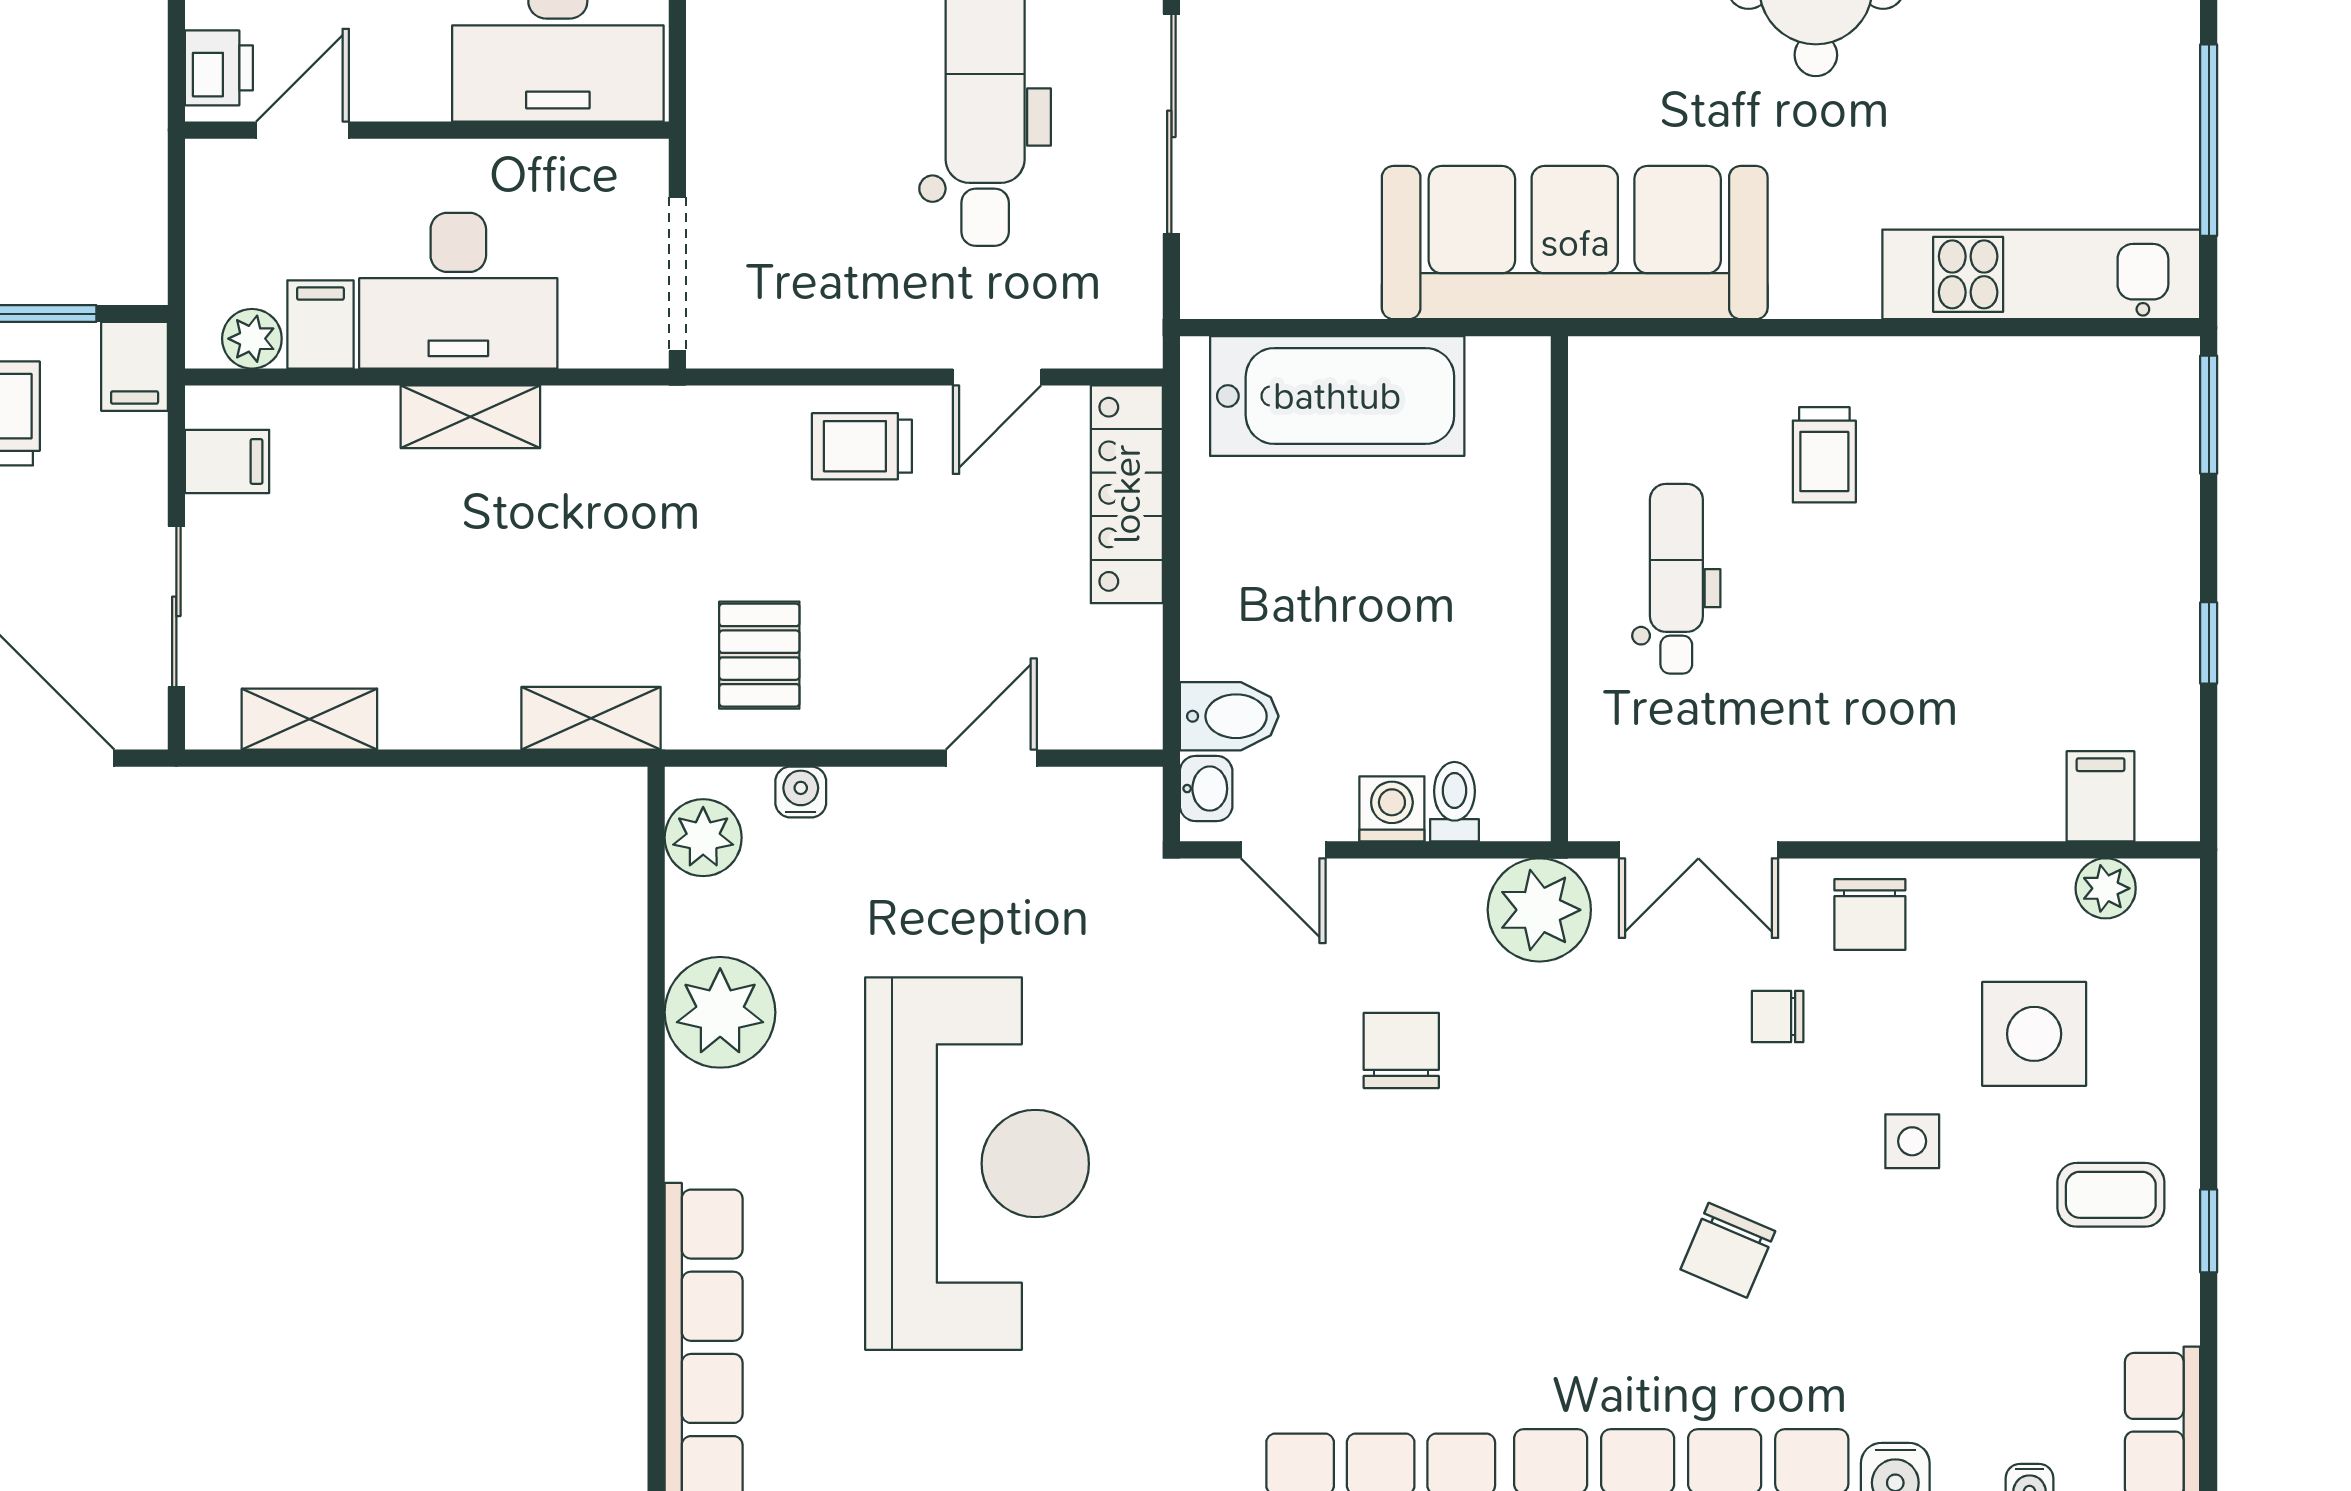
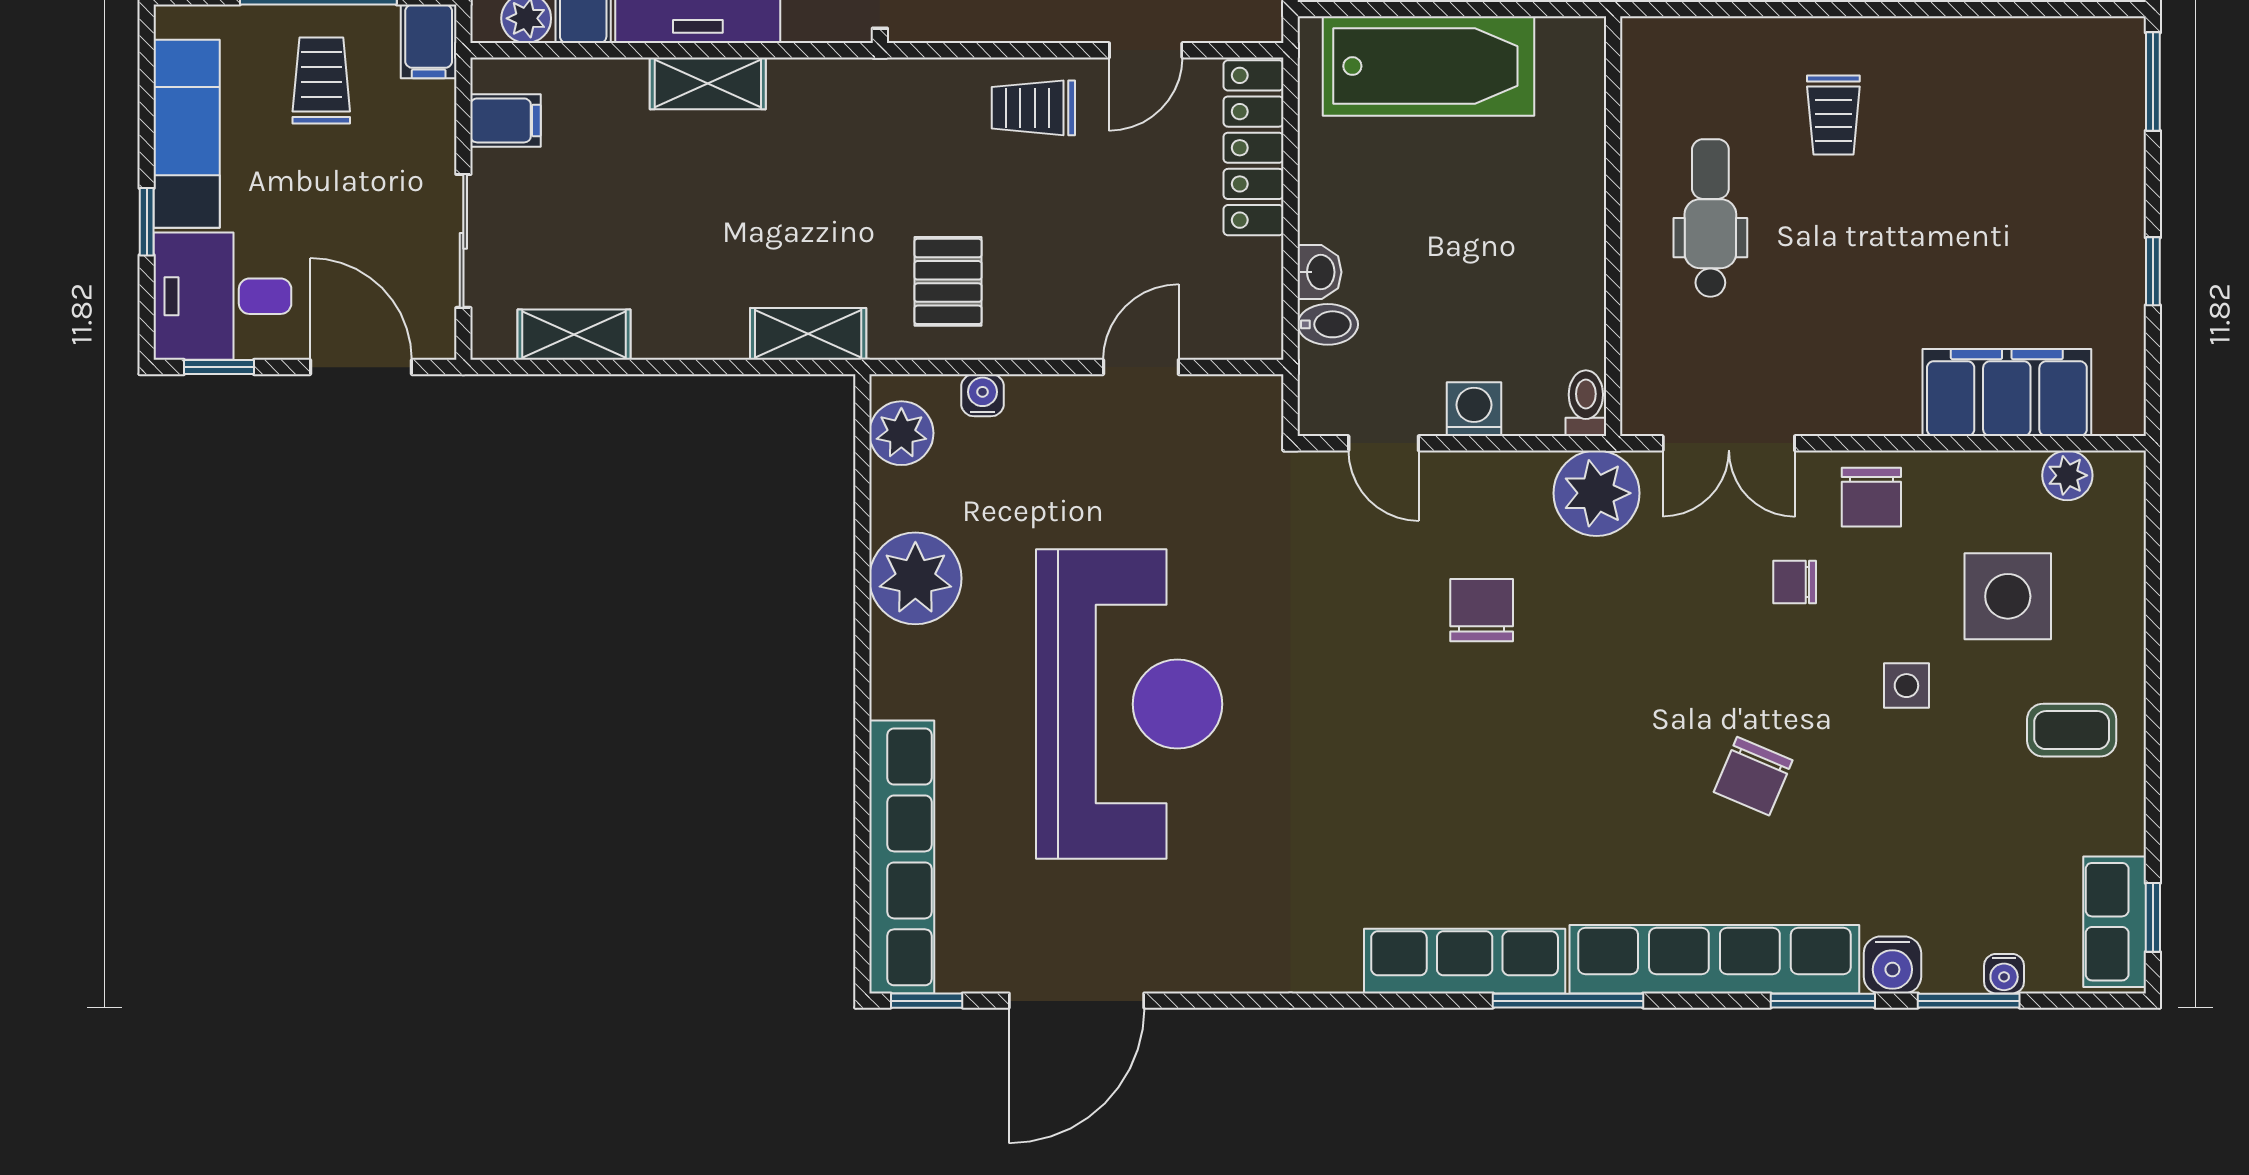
bidet: (1229, 716) -> (1328, 324), width x0.72, depth x0.74
washbasin: (1206, 789) -> (1319, 272), moved
filing cabinet: (2101, 796) -> (2007, 393), width x3.00, depth x1.17
toilet: (1454, 802) -> (1586, 403), moved
window: (2209, 1231) -> (2153, 917), moved

